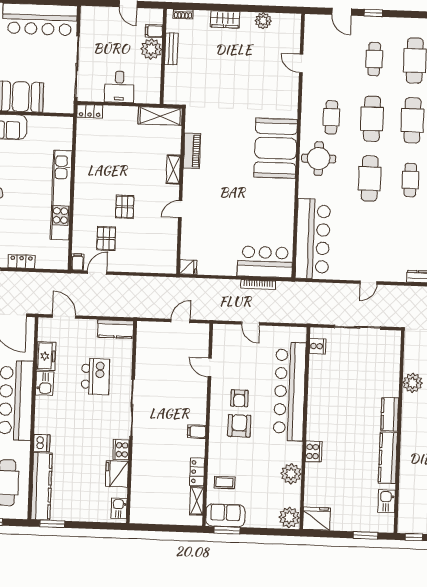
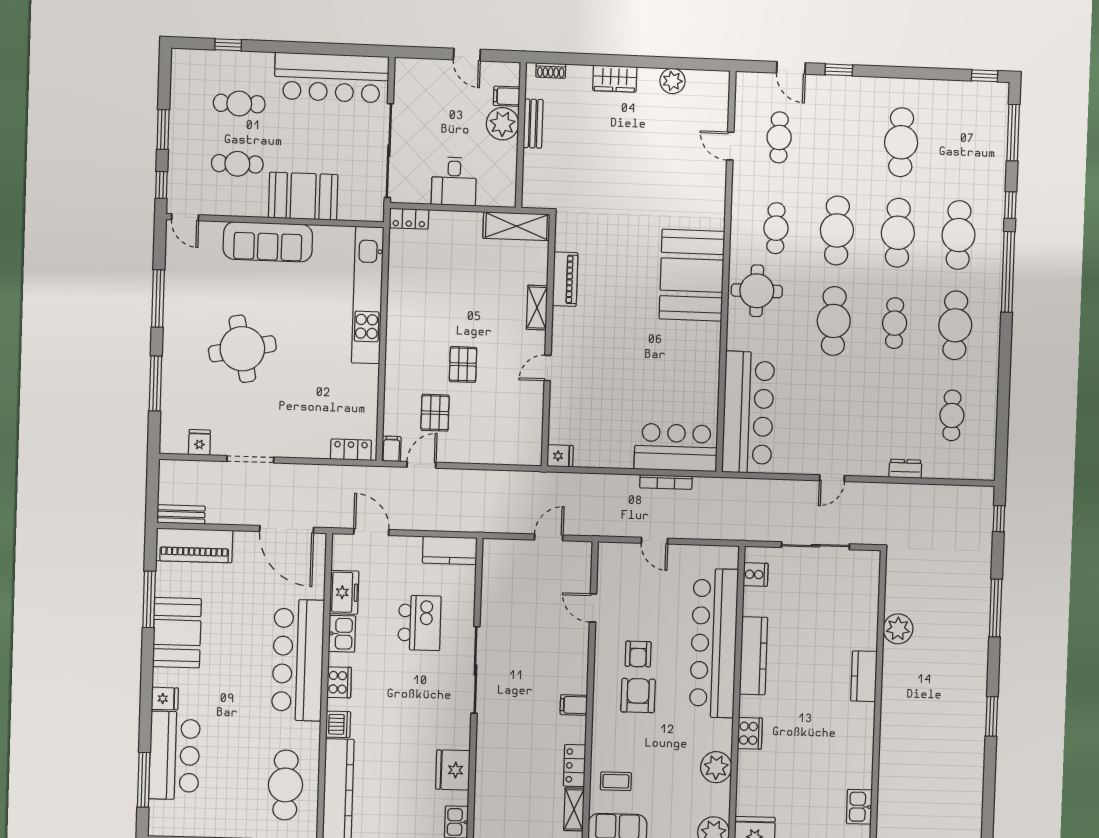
cafe table: (374, 59) -> (779, 137), moved
kitchen unit: (61, 195) -> (368, 295), moved
locker: (21, 261) -> (351, 450), moved
cooker: (121, 450) -> (339, 682), moved, turned 180
kitchen counter: (388, 458) -> (753, 656), moved, turned 180

